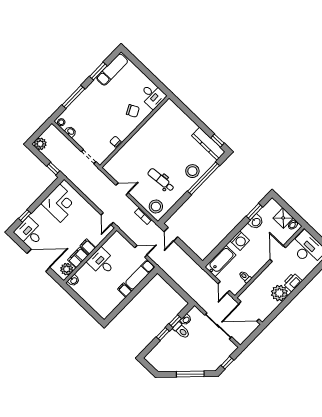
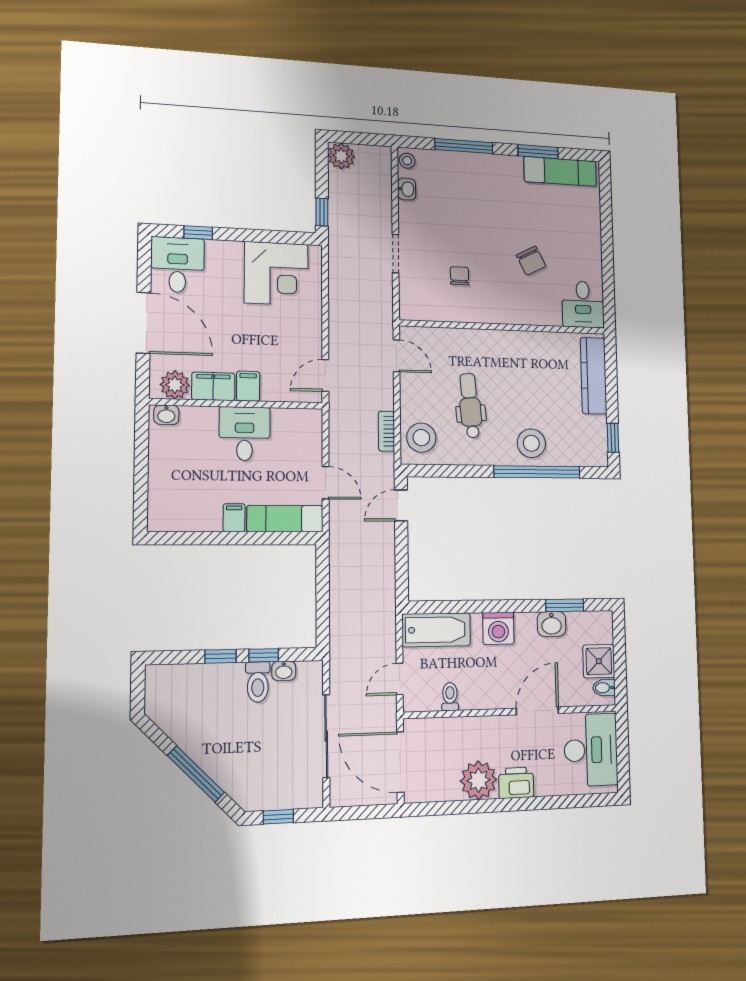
desk: (153, 96) -> (583, 304), moved
wall: (135, 132) -> (504, 327), moved
kitchen counter: (208, 144) -> (594, 376), moved

